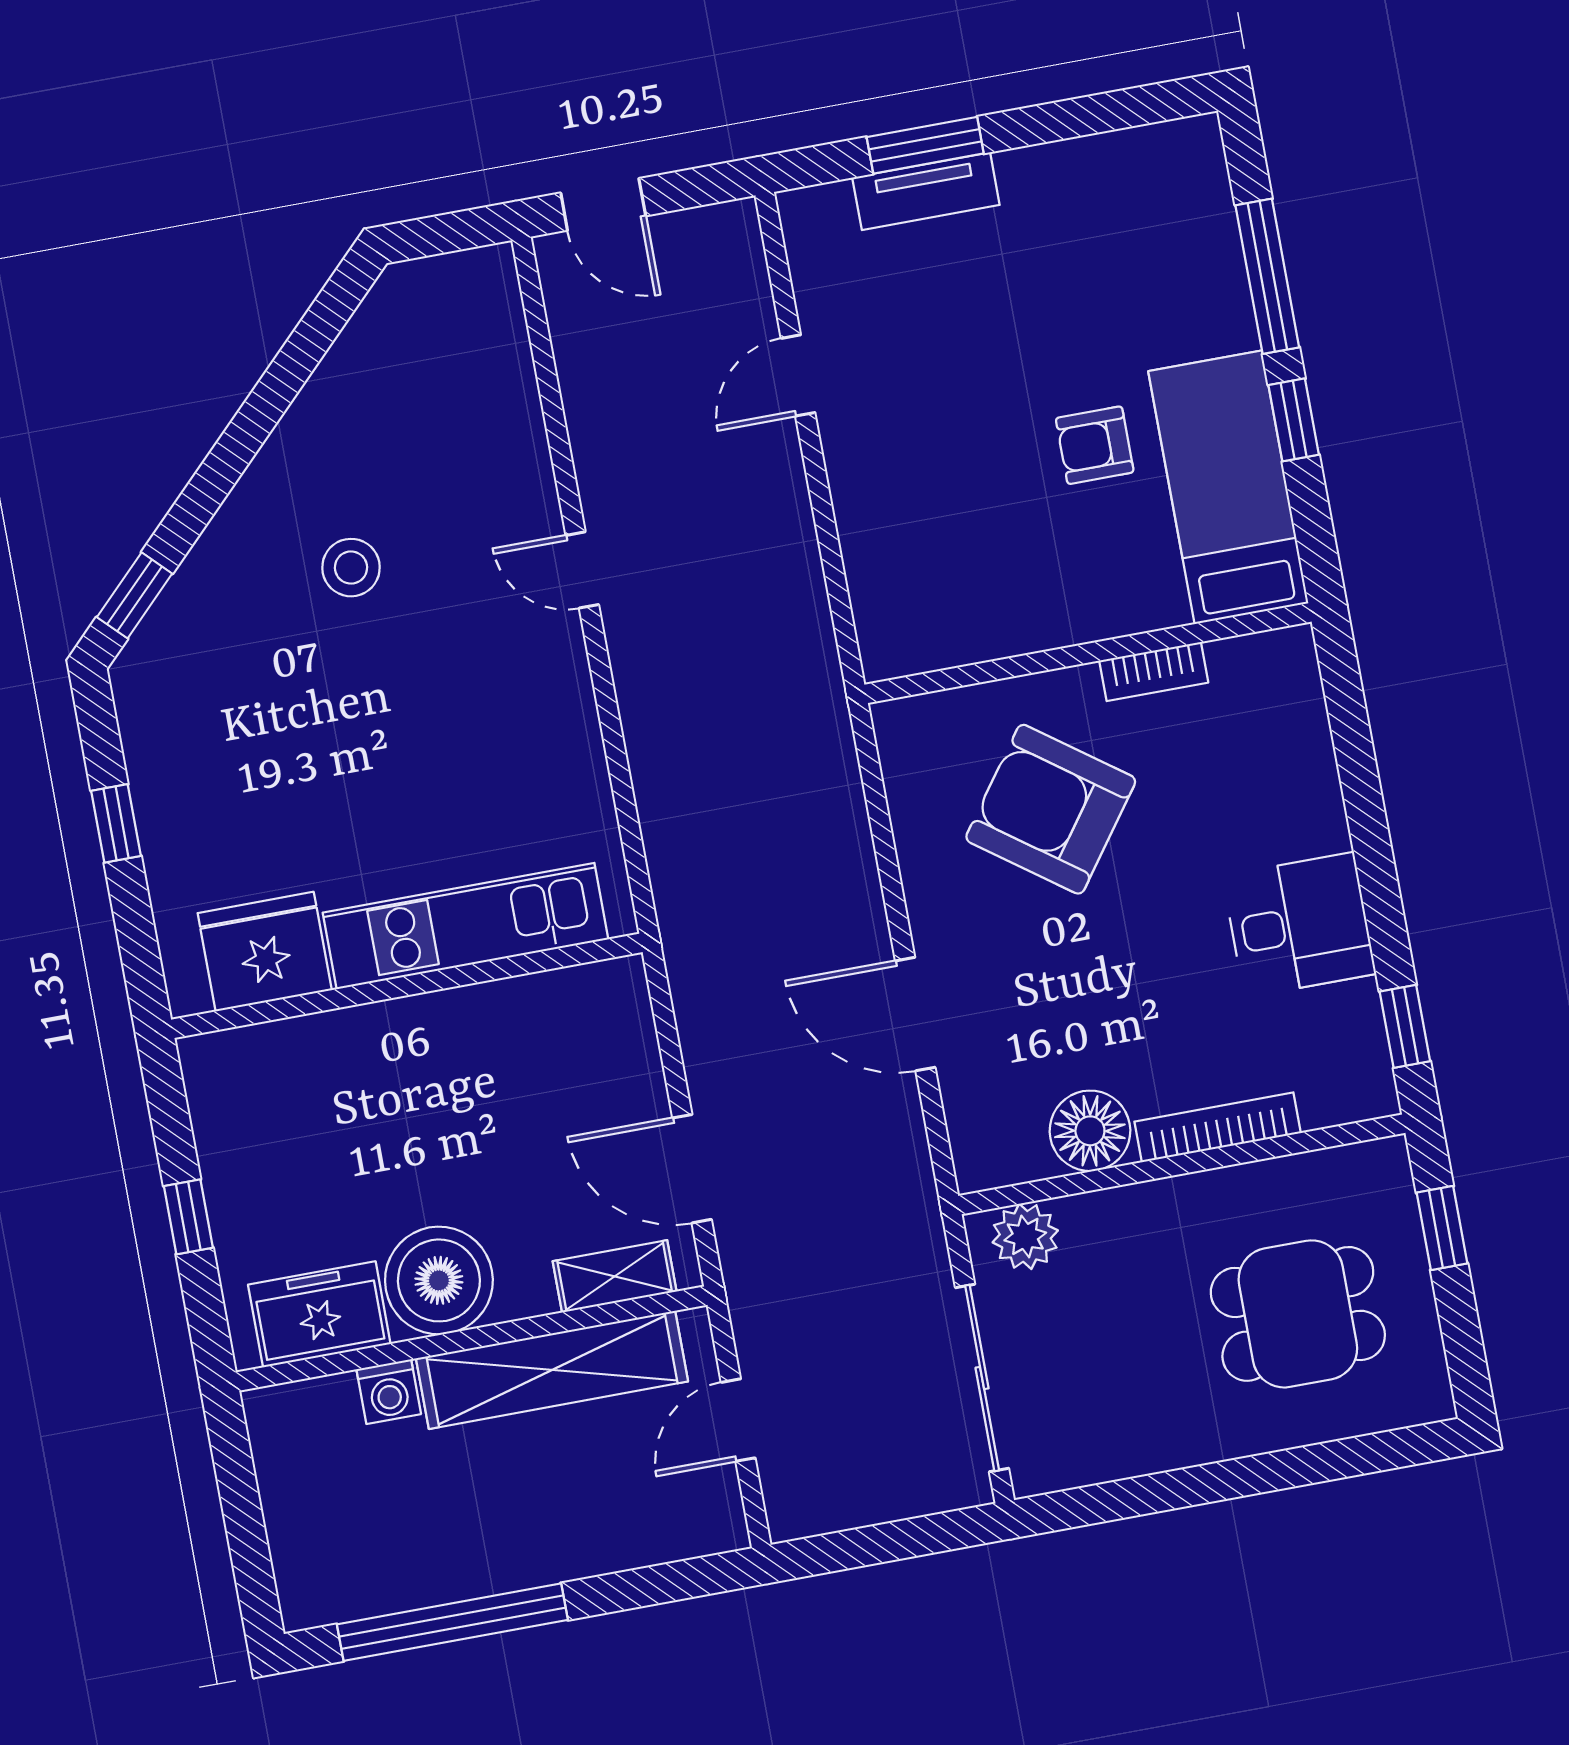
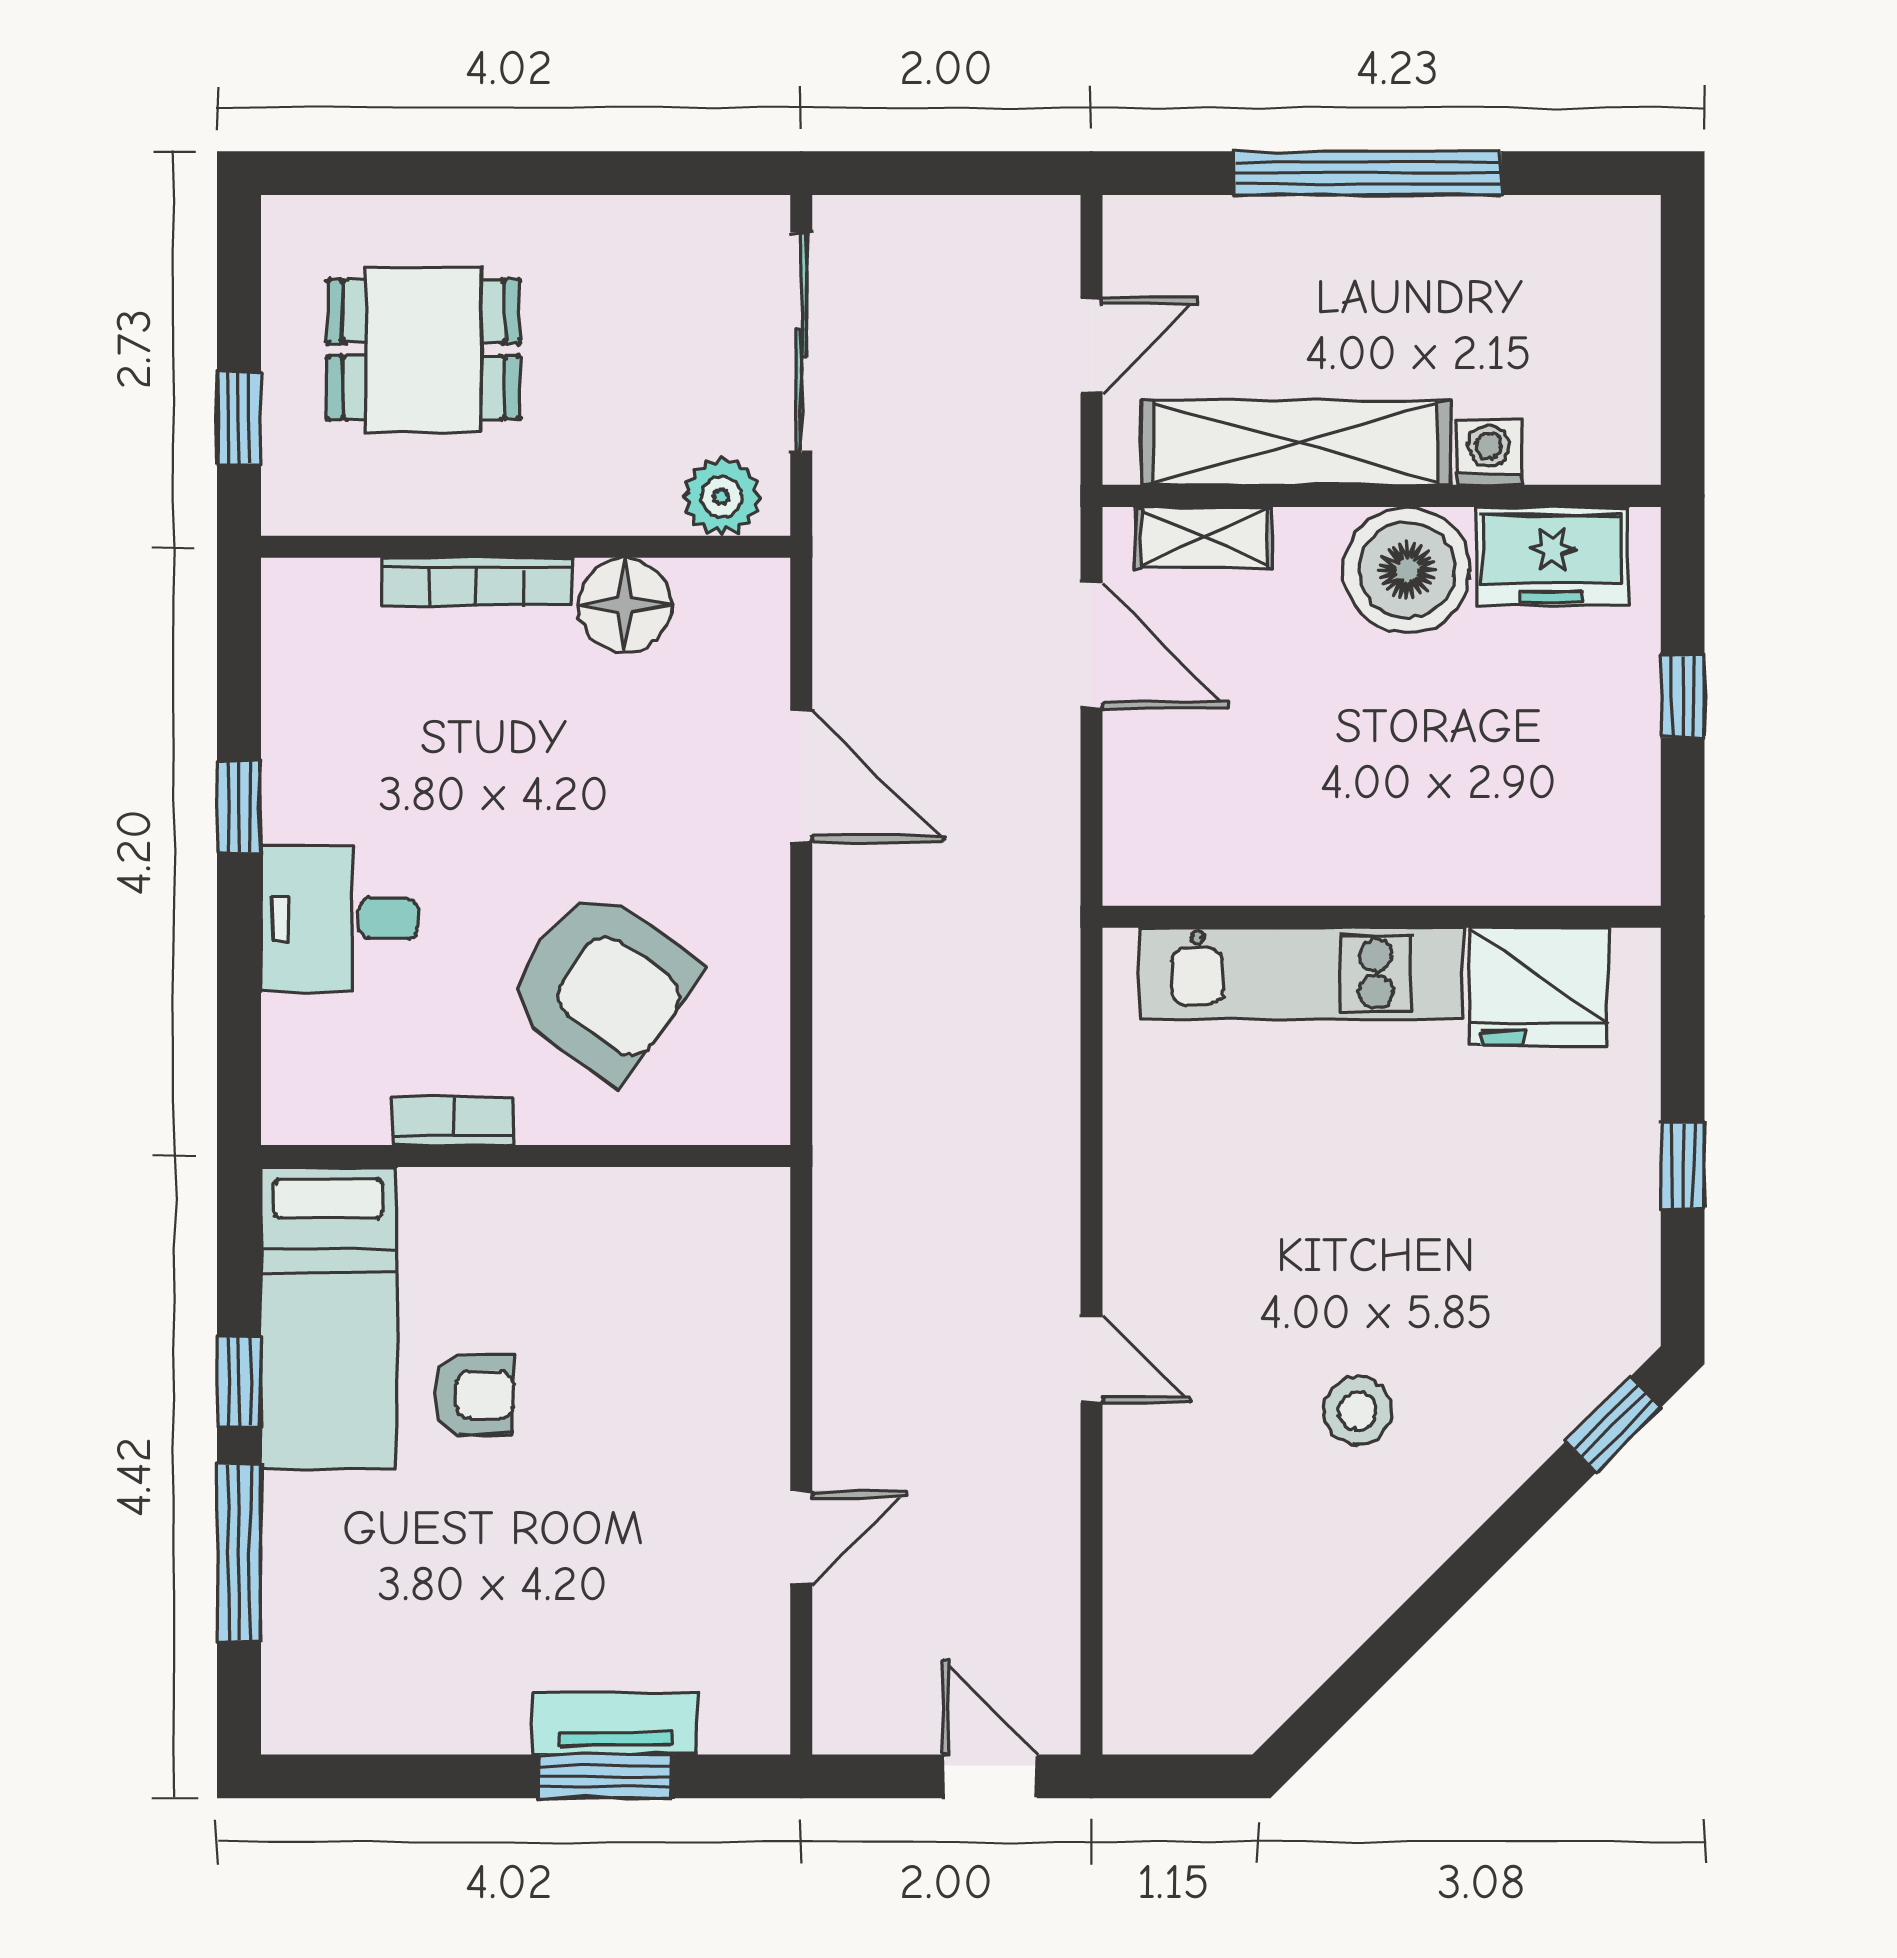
desk: (1299, 925) -> (339, 919), moved
window: (1405, 1026) -> (239, 807), moved
window: (452, 1622) -> (1367, 173), moved

